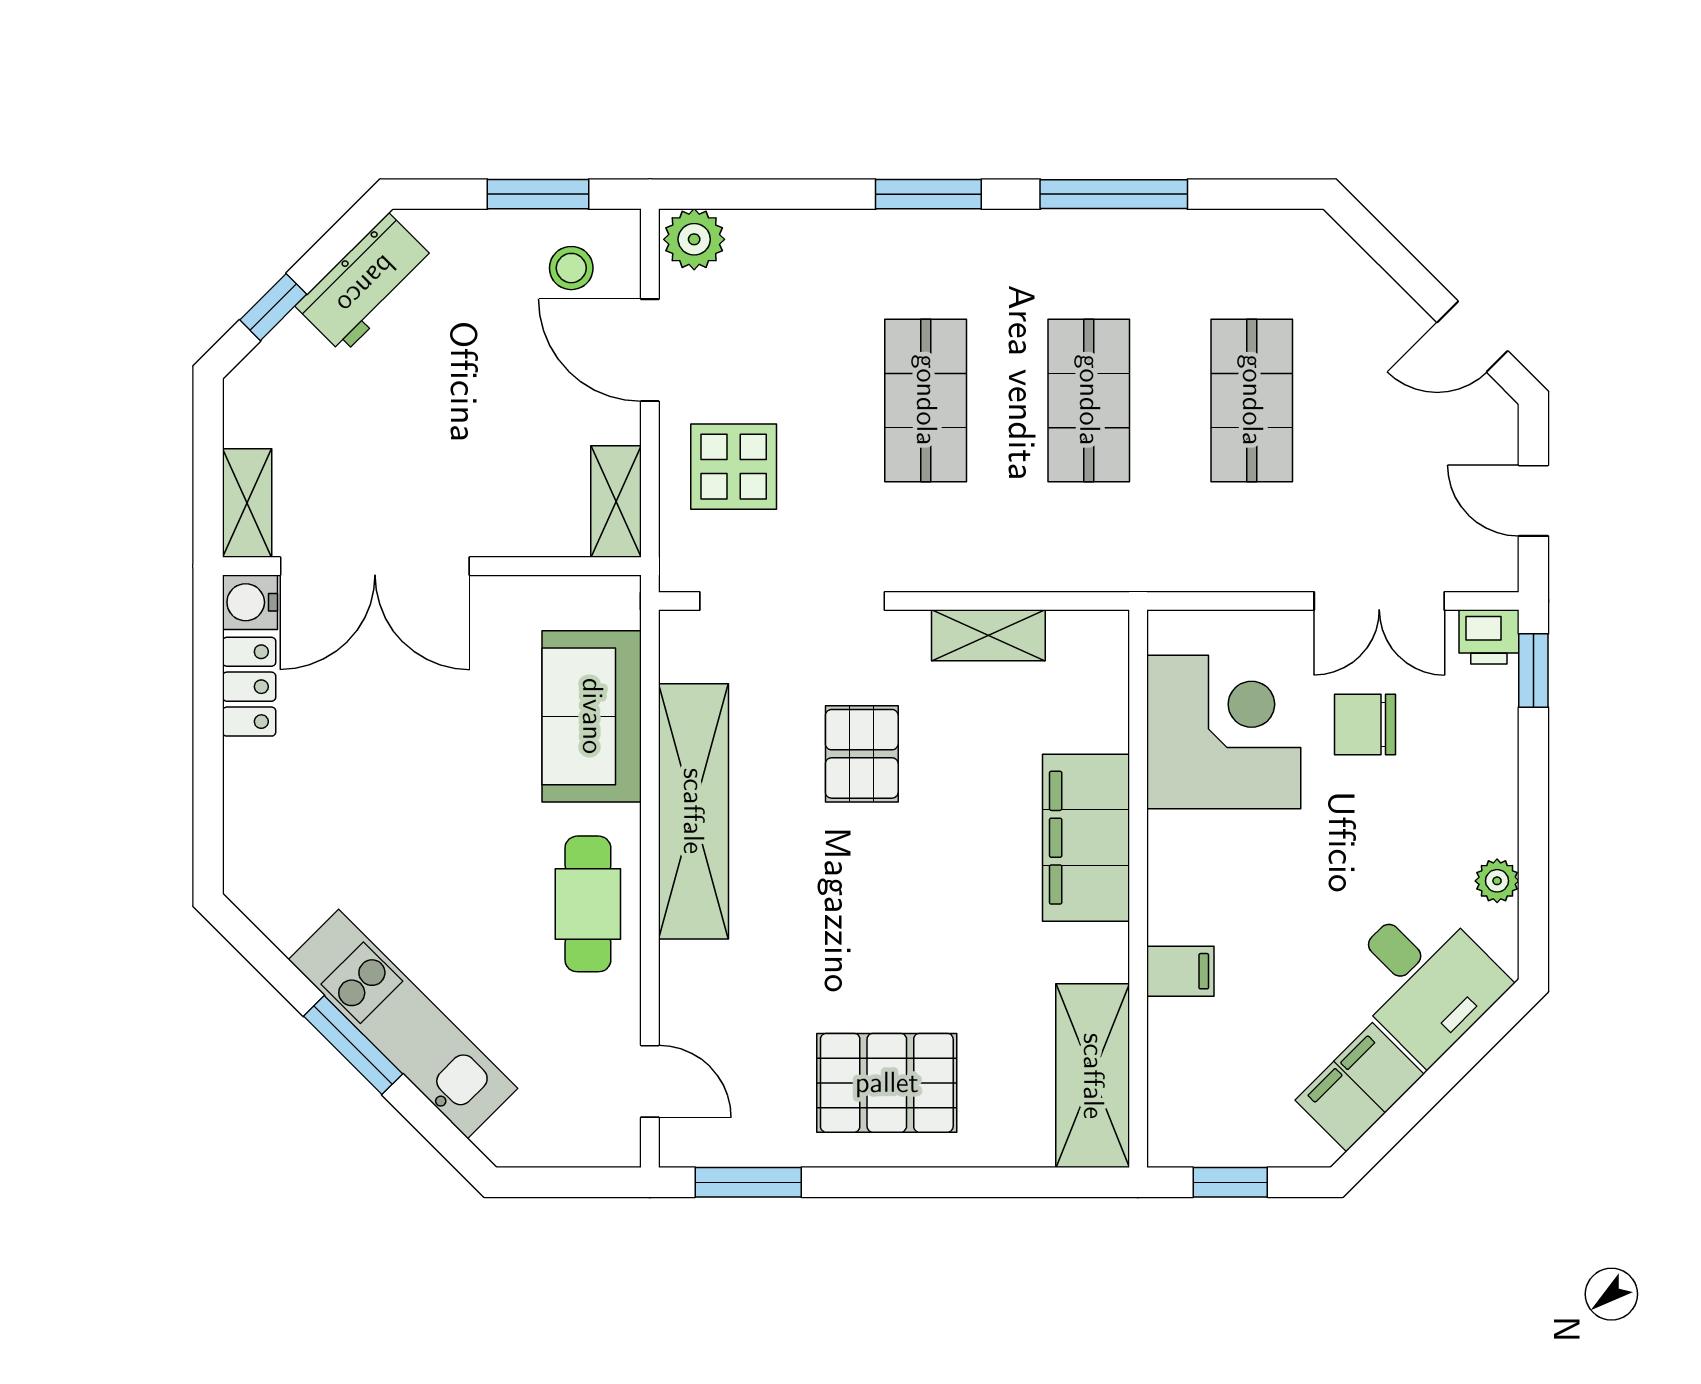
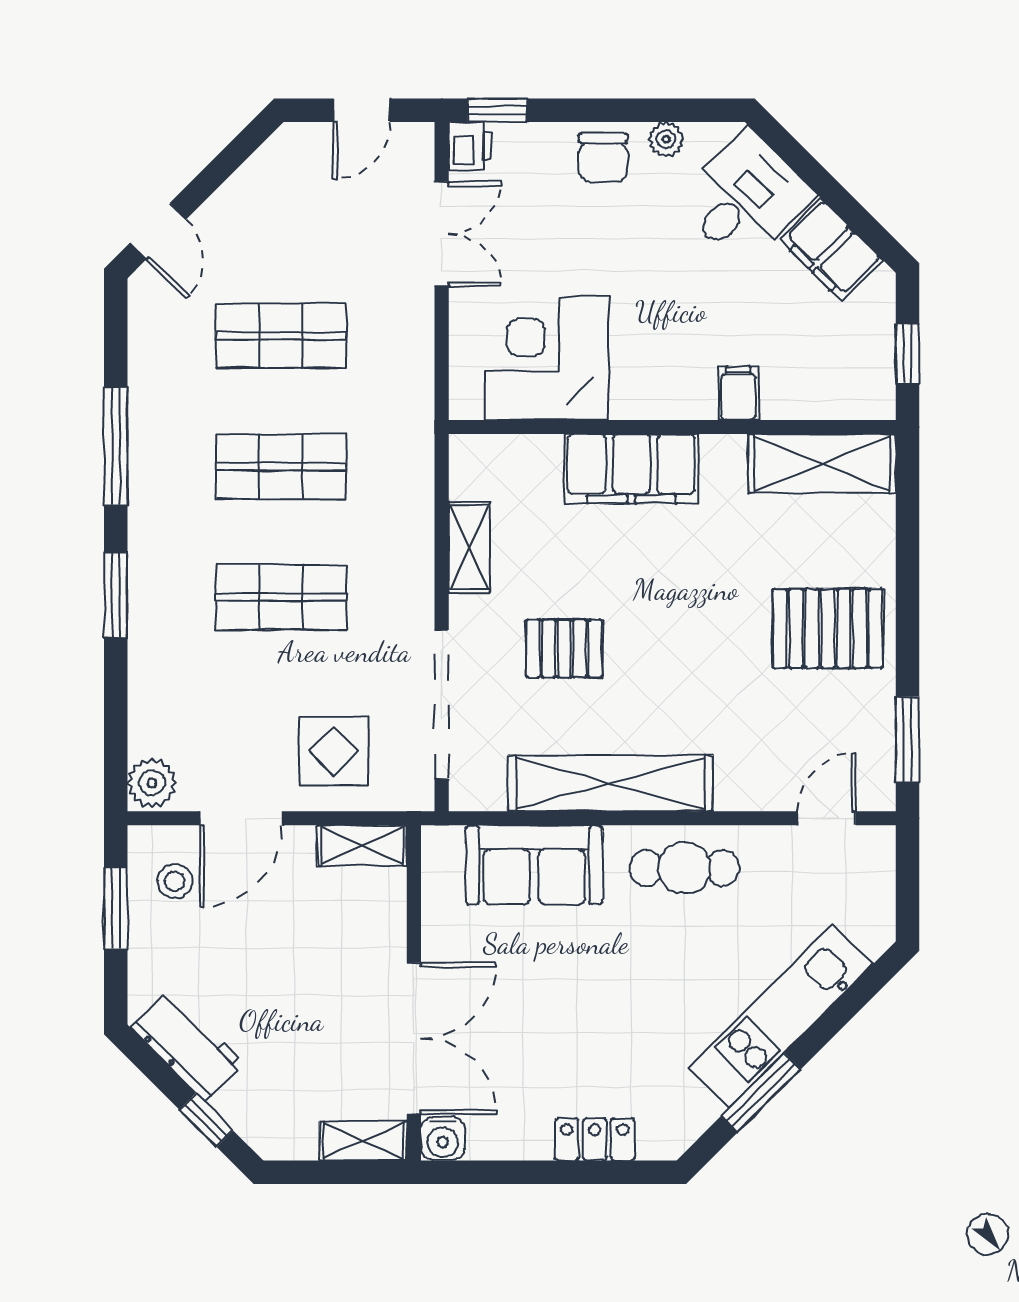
door: (1472, 337) -> (158, 231), moved
locker: (249, 687) -> (595, 1139), moved
chair: (1365, 725) -> (603, 158), moved
window: (353, 1045) -> (761, 1093), moved
pallet: (887, 1083) -> (828, 628), turned 90

